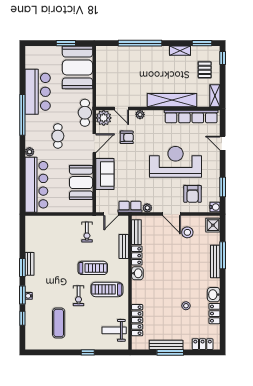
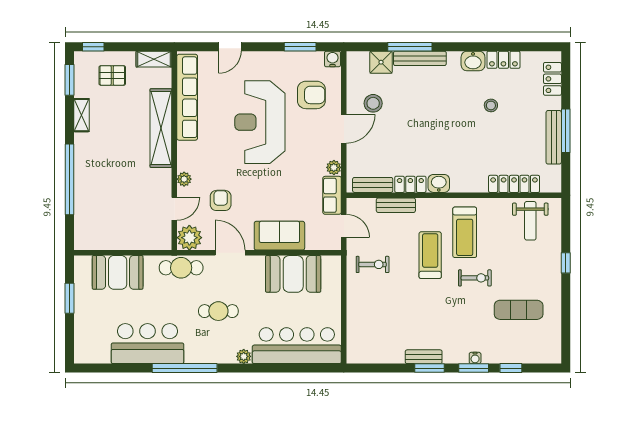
booth: (78, 67) -> (118, 272), width x0.73, depth x0.70
shower: (213, 225) -> (381, 62), moved

